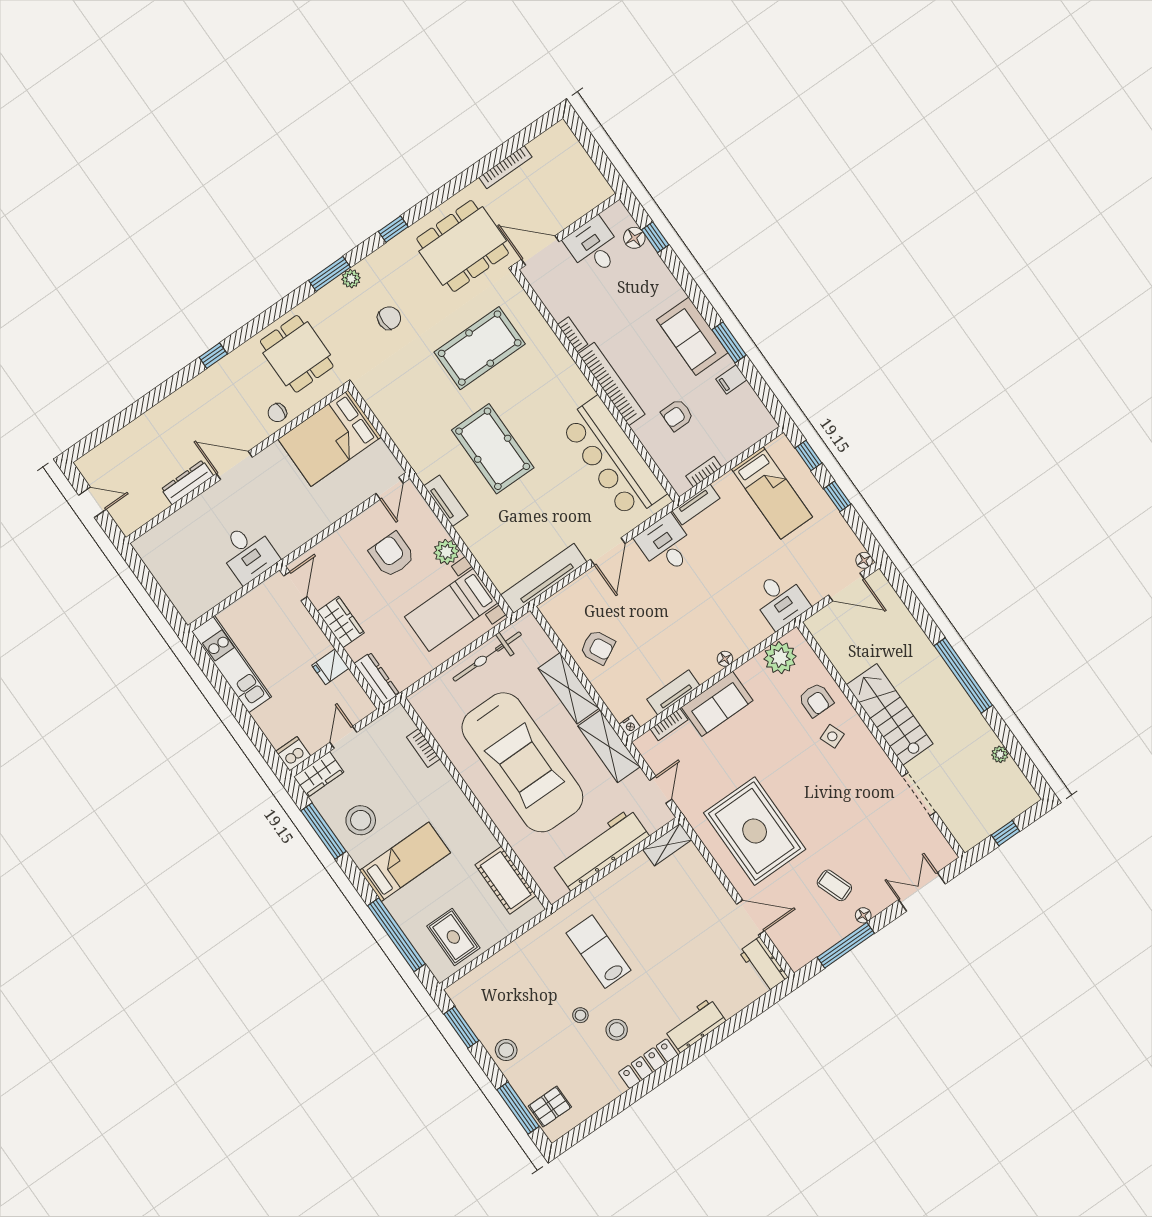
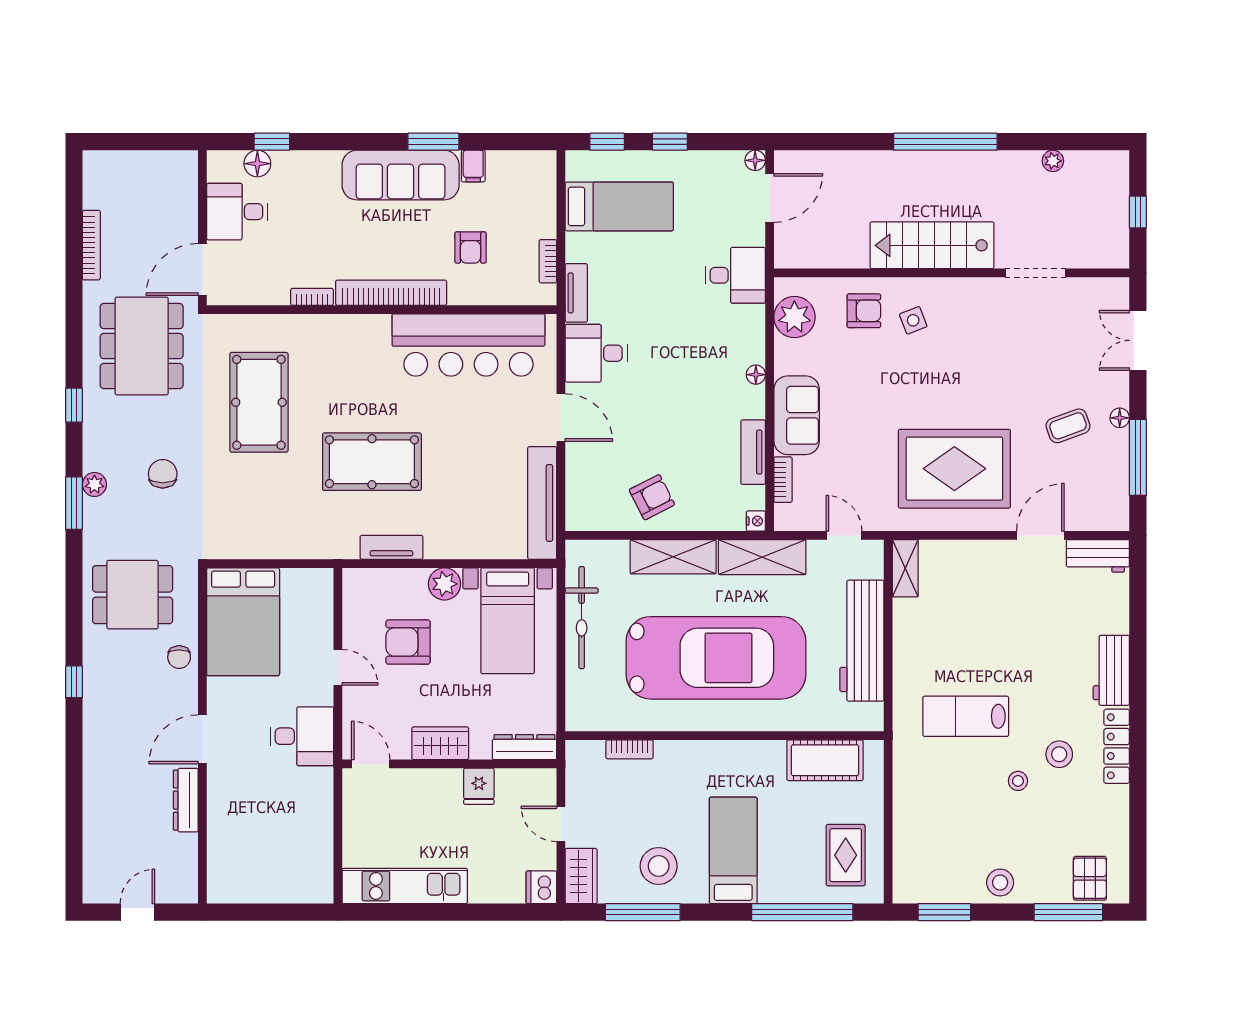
sofa: (692, 336) -> (401, 175), width x1.36
door: (390, 488) -> (338, 667), moved
desk: (248, 553) -> (302, 736), moved
rug: (453, 937) -> (846, 855), turned 90

